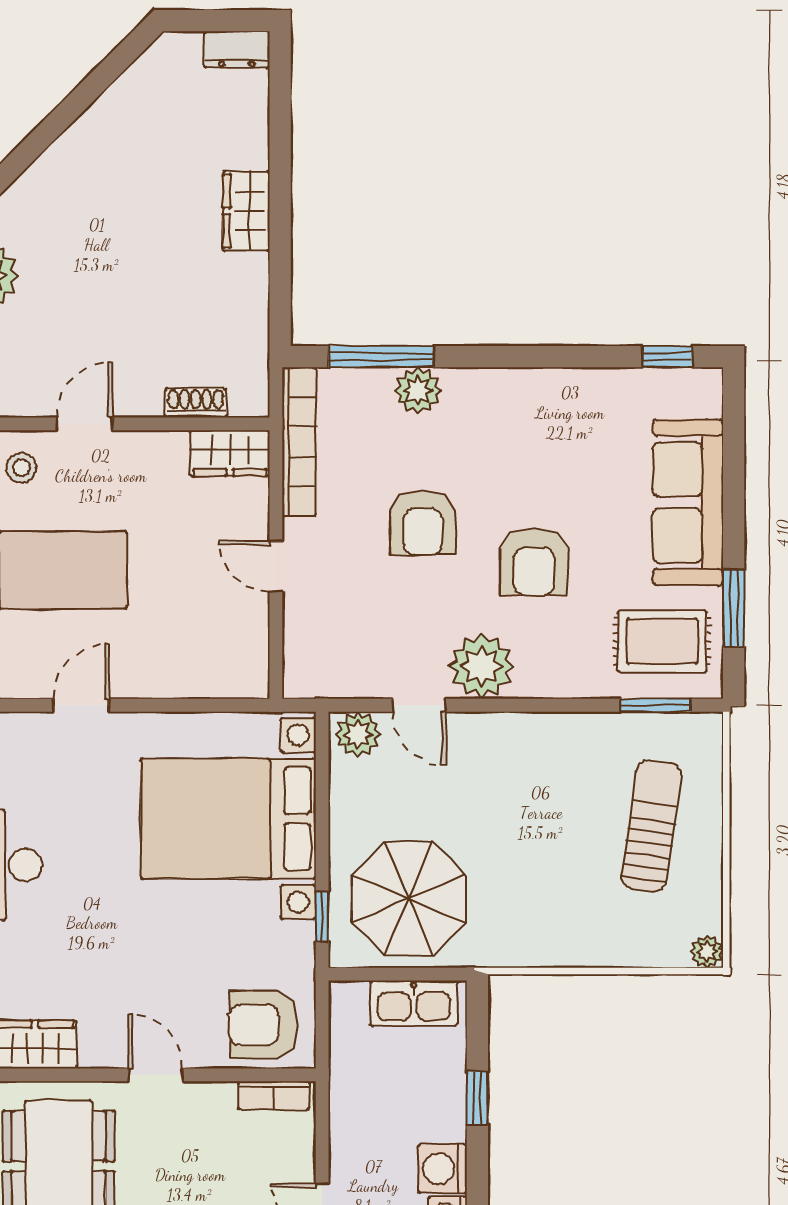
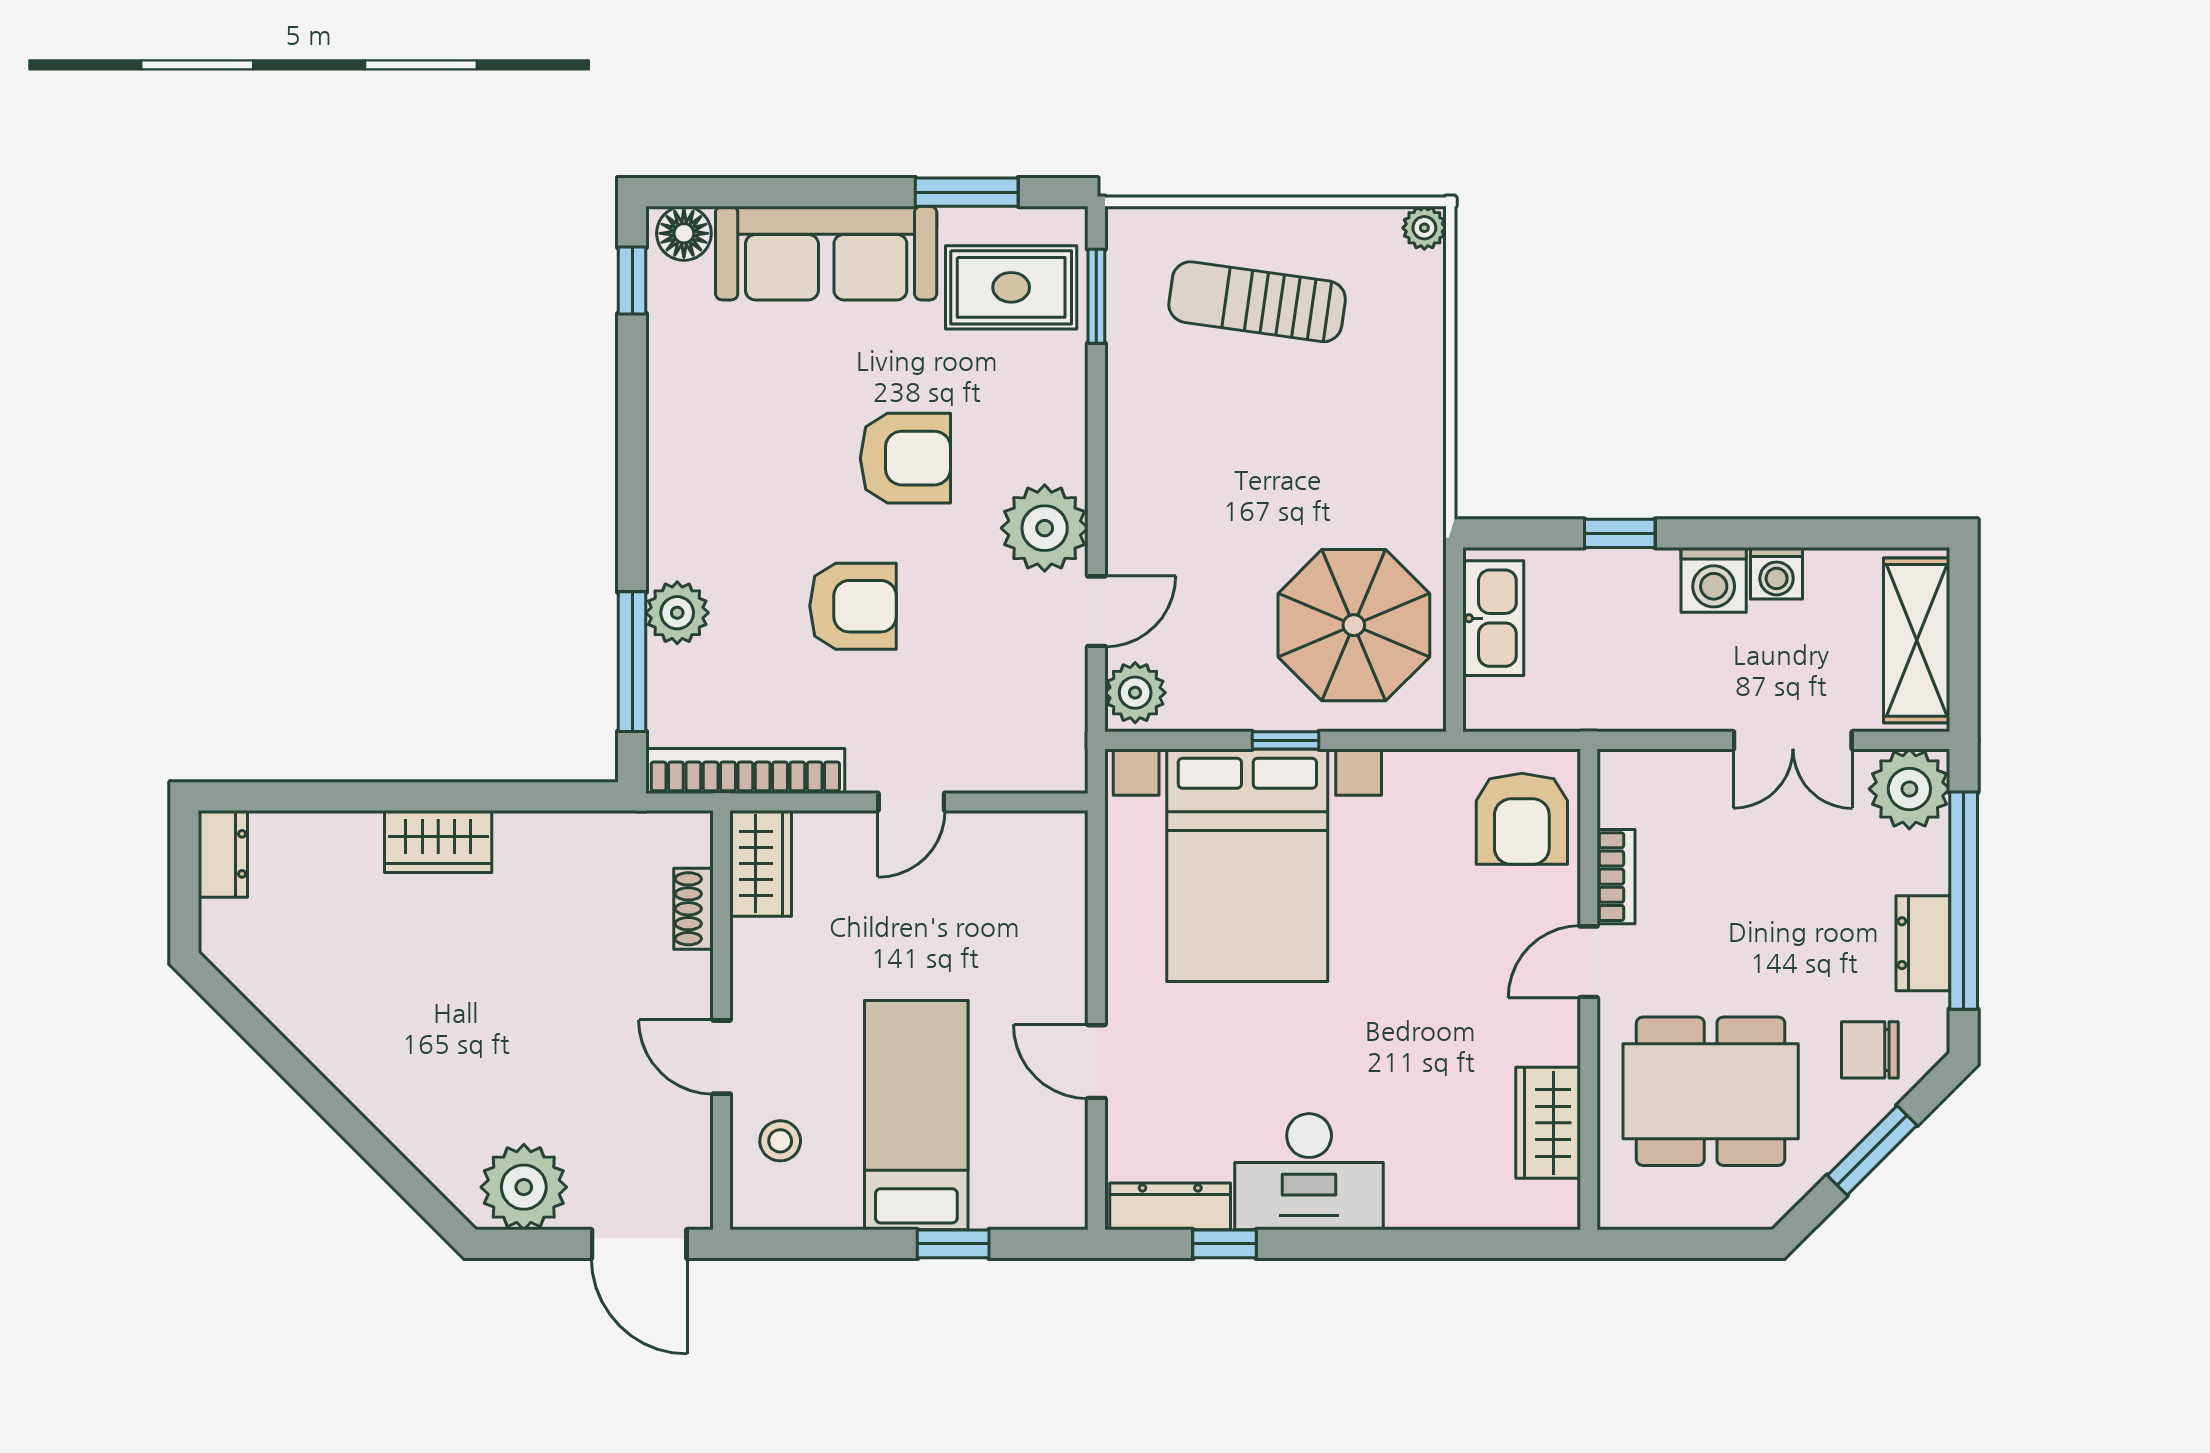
floor lamp: (703, 396) -> (684, 233), added
rug: (662, 641) -> (1011, 287), turned 90
window: (322, 917) -> (1285, 740), moved
bookcase: (274, 1095) -> (1616, 877), moved

